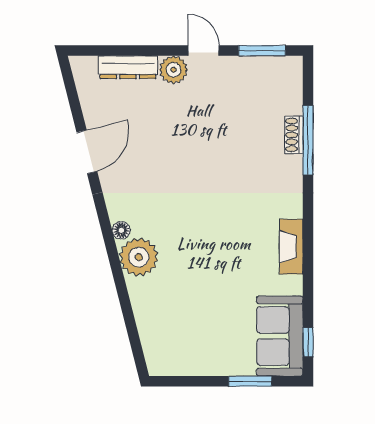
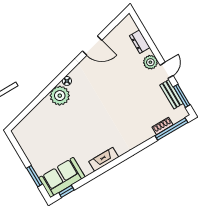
bench: (249, 66) -> (171, 94), added
dresser: (128, 67) -> (140, 42), width x0.70
shoe rack: (294, 135) -> (163, 126), moved
window: (308, 140) -> (171, 129), moved

